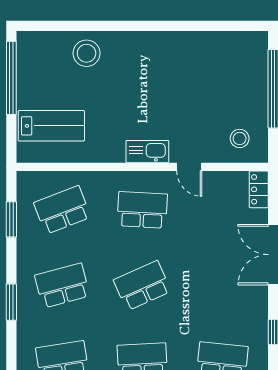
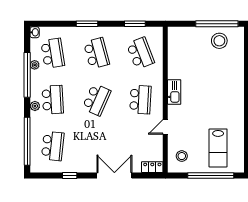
stool: (87, 53) -> (219, 41), moved
lab bench: (51, 126) -> (218, 148), moved
kitchen sink: (147, 152) -> (174, 92), moved
school desk: (142, 286) -> (97, 100), turned 48

